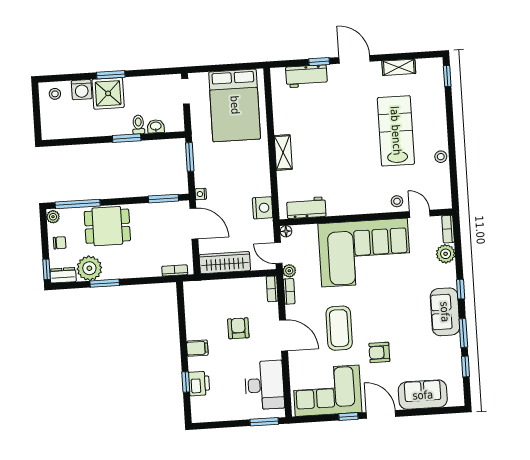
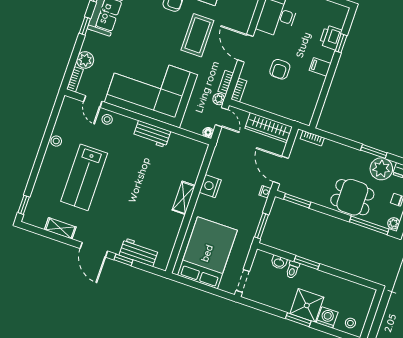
nightstand: (263, 208) -> (210, 186), moved
workbench: (306, 208) -> (152, 134), moved

